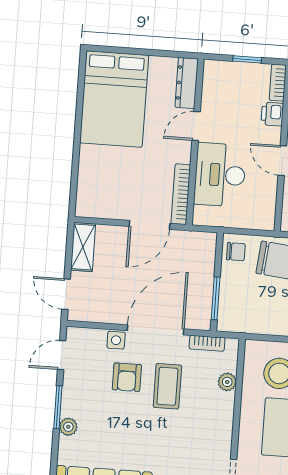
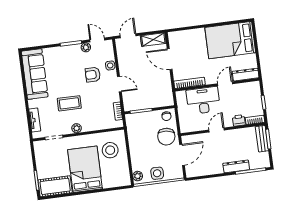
door: (196, 126) -> (225, 84), hinge flipped
door: (149, 225) -> (170, 59), moved
door: (156, 330) -> (119, 84), width x0.53
plant: (227, 382) -> (77, 128), moved
coffee table: (167, 386) -> (69, 103), moved
plant: (68, 427) -> (86, 47), moved

